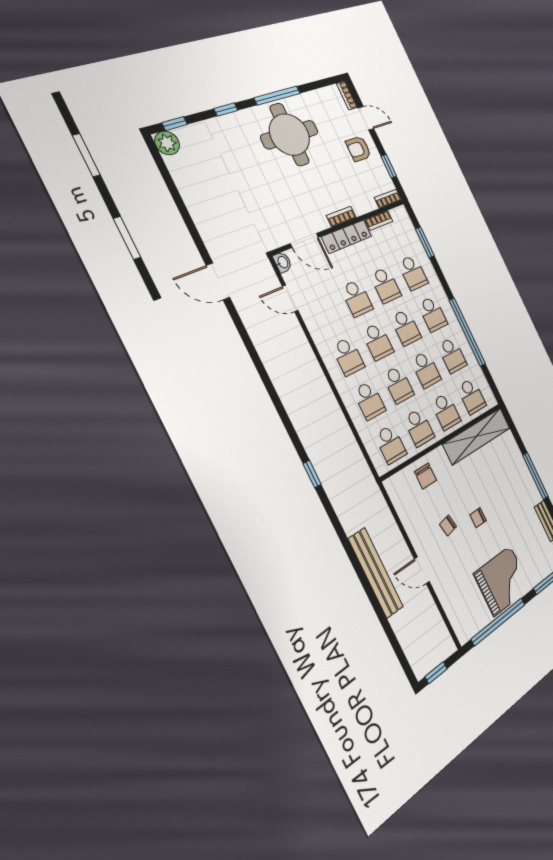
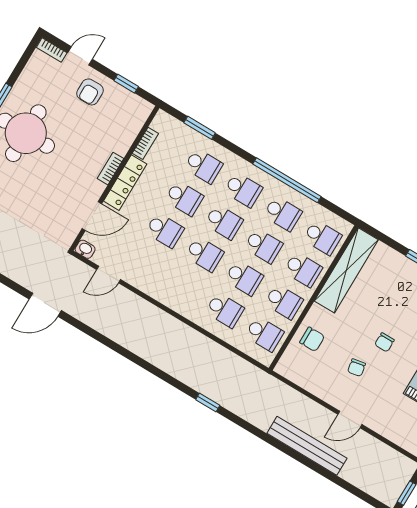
bookcase: (388, 199) -> (142, 116), removed
school desk: (348, 356) -> (185, 286), removed

